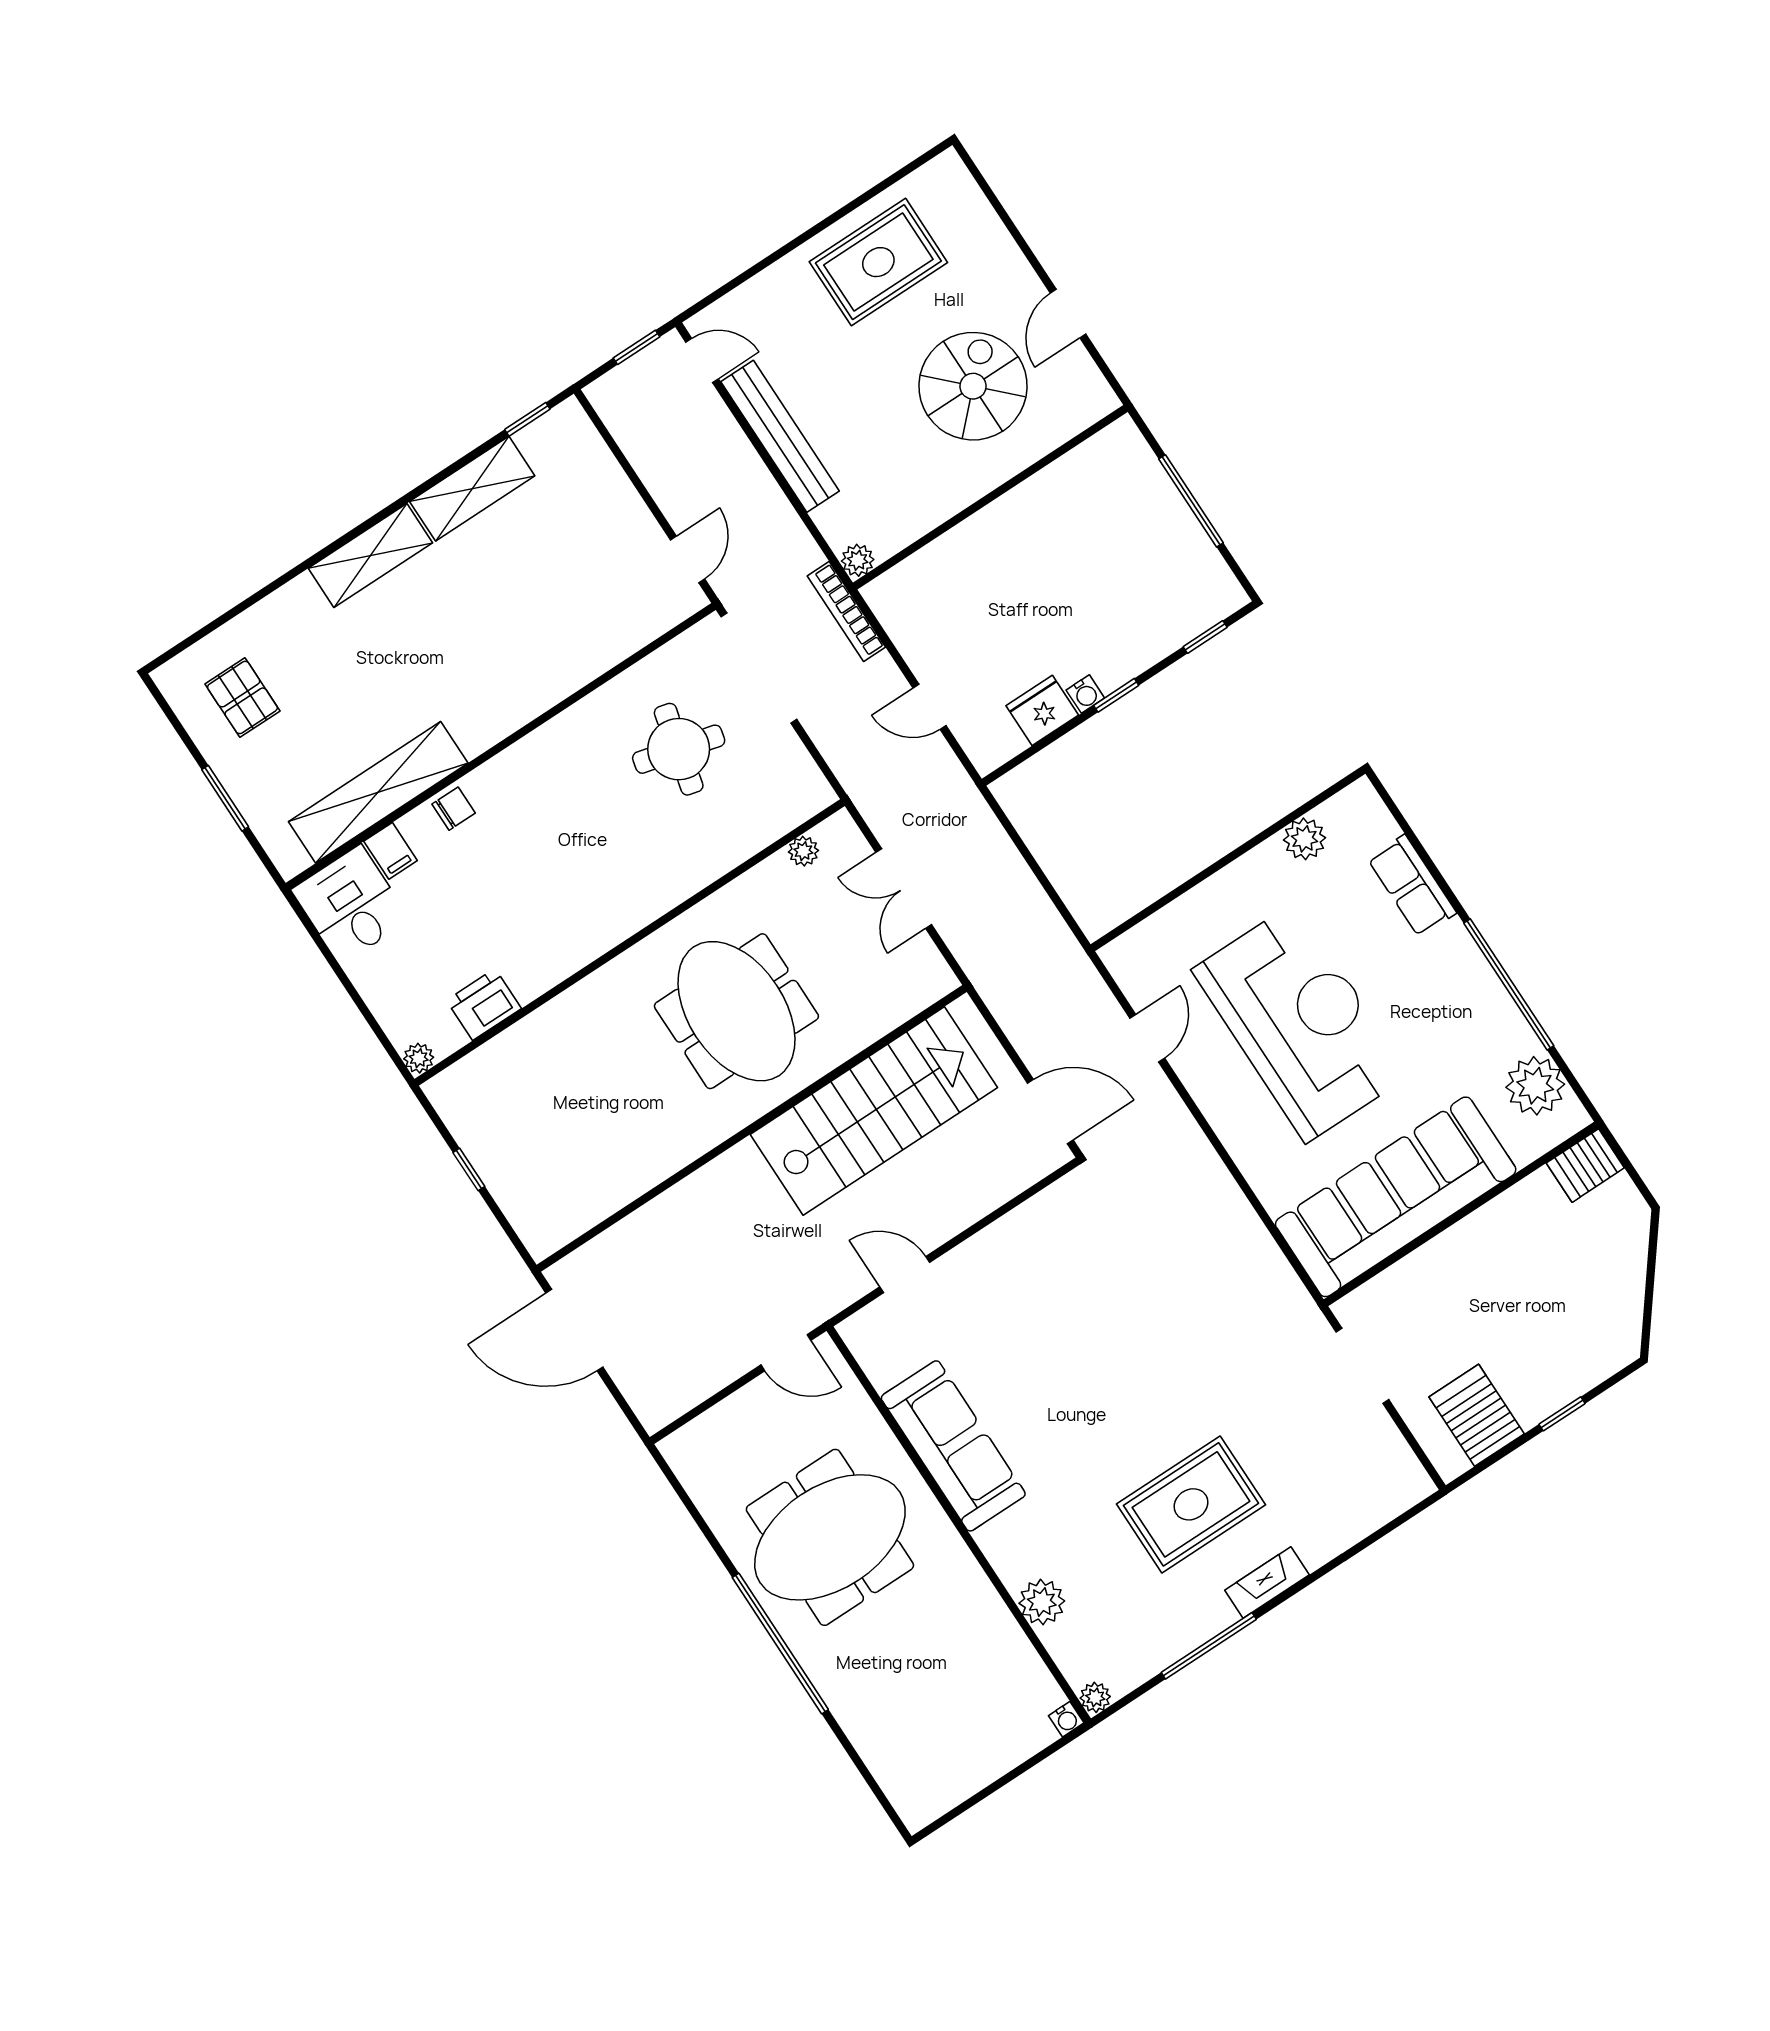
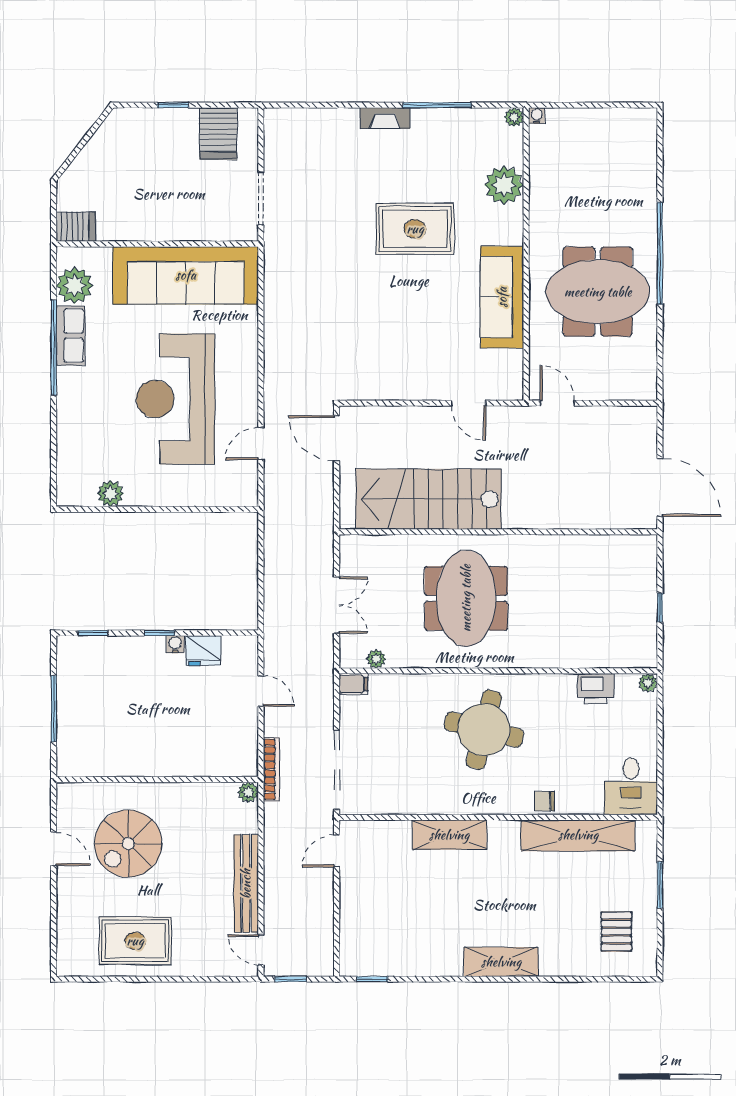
door: (1068, 313) -> (54, 849), hinge flipped
shelving: (472, 489) -> (449, 835), moved
round table: (679, 749) -> (484, 730), moved, width x1.36, depth x1.36
filing cabinet: (391, 851) -> (353, 684), moved, turned 90
row of seats: (1412, 886) -> (70, 336), moved
rug: (1191, 1504) -> (415, 229), moved
plant: (1042, 1602) -> (504, 185), width x1.36, depth x1.36

